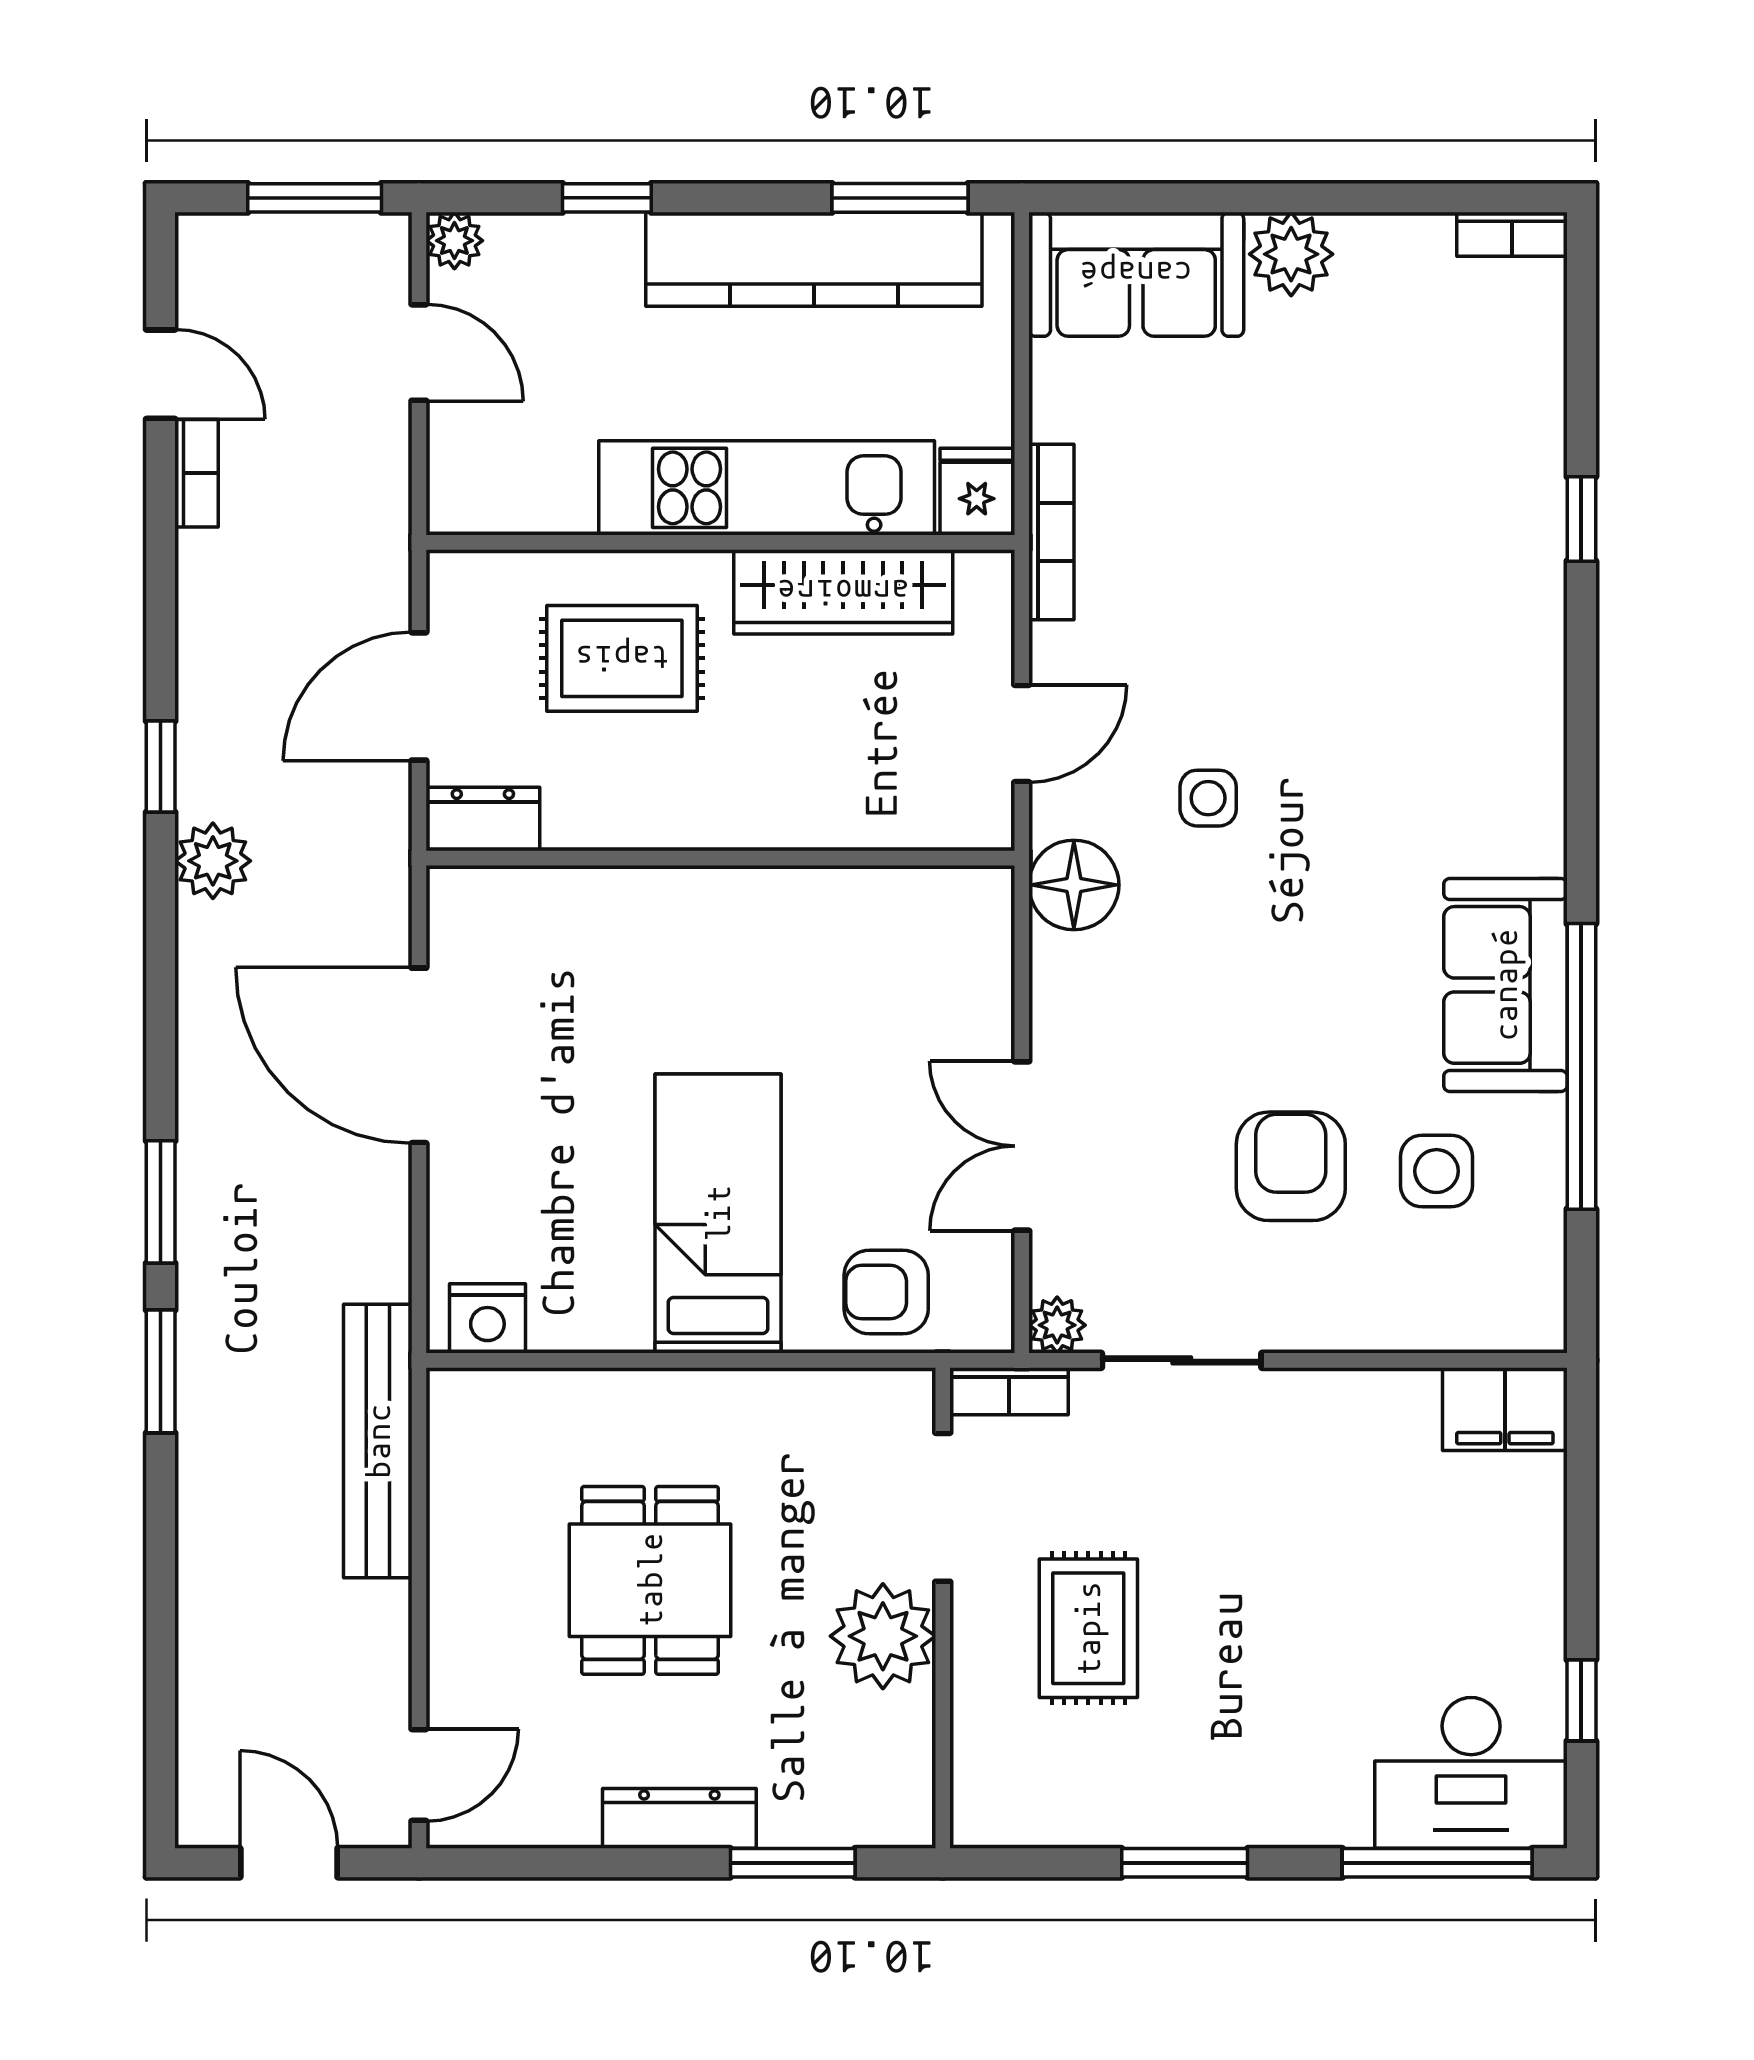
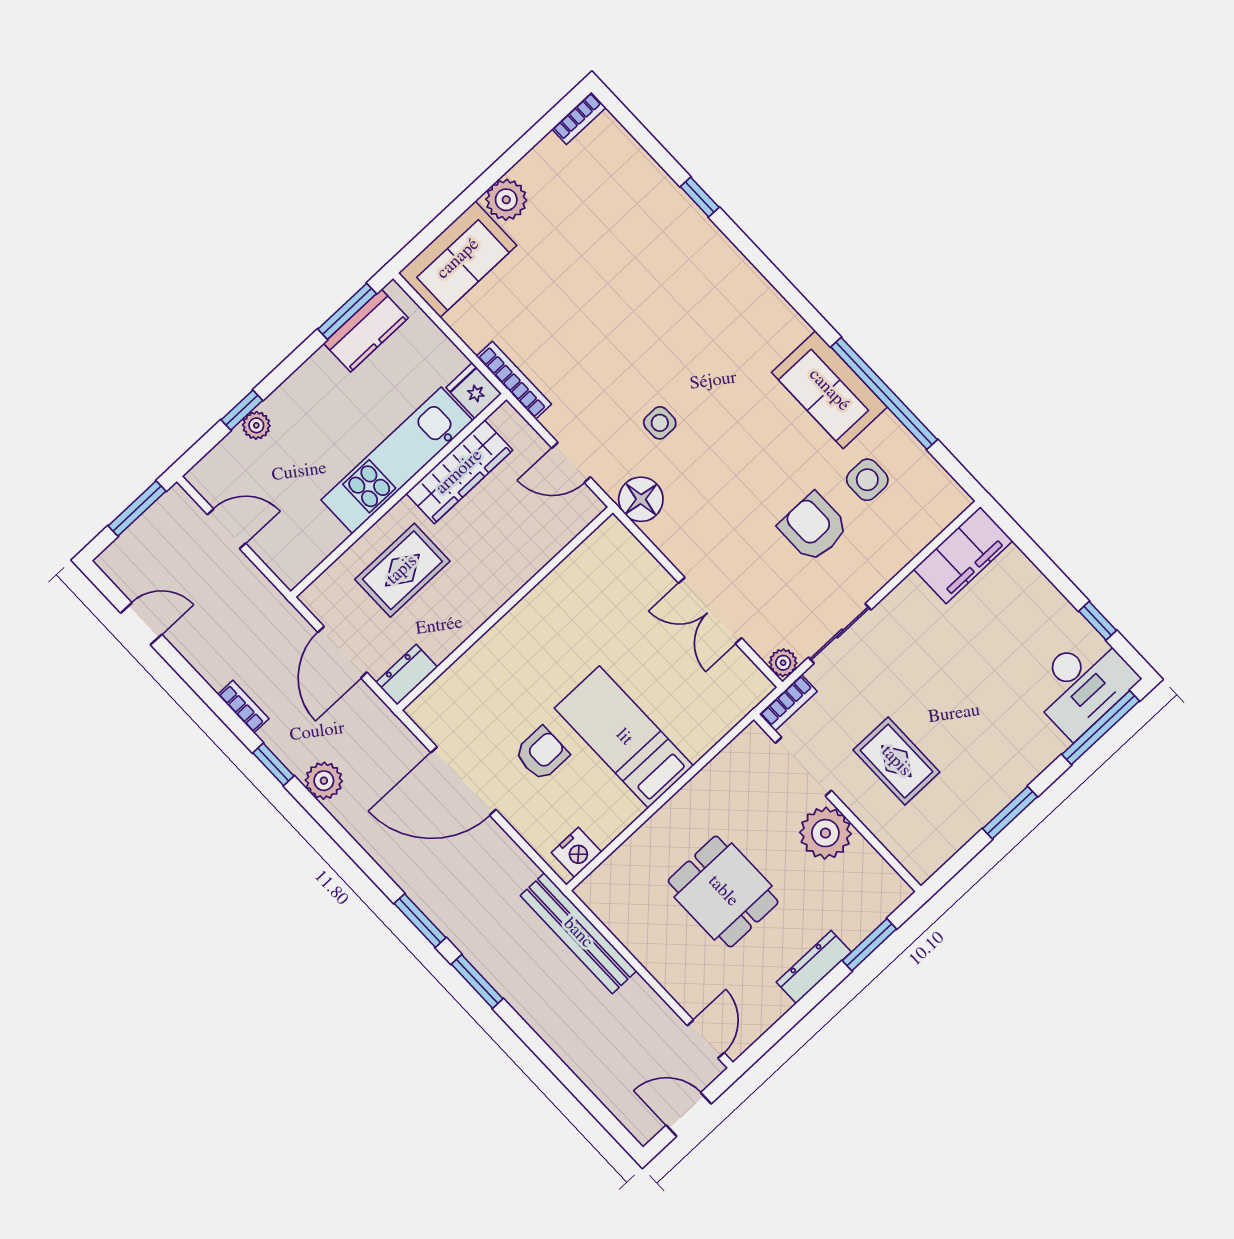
plant: (454, 241) -> (256, 425), moved
kitchen counter: (814, 259) -> (366, 331), width x0.48, depth x0.86
bookcase: (196, 473) -> (243, 707), moved
door: (1022, 733) -> (571, 462), swing flipped
armchair: (886, 1292) -> (542, 754), moved, turned 180
filing cabinet: (1505, 1409) -> (963, 555), width x1.50, depth x1.17

